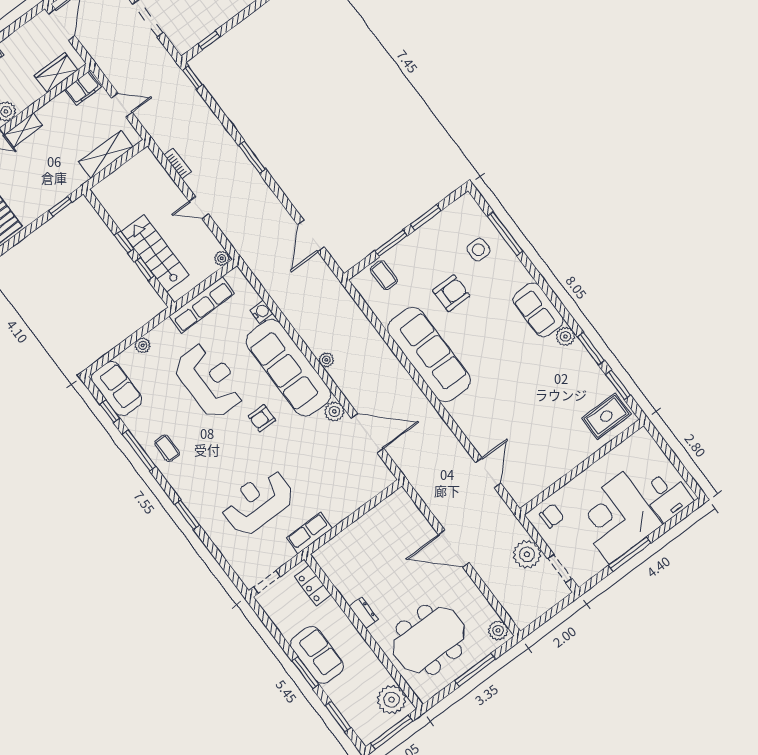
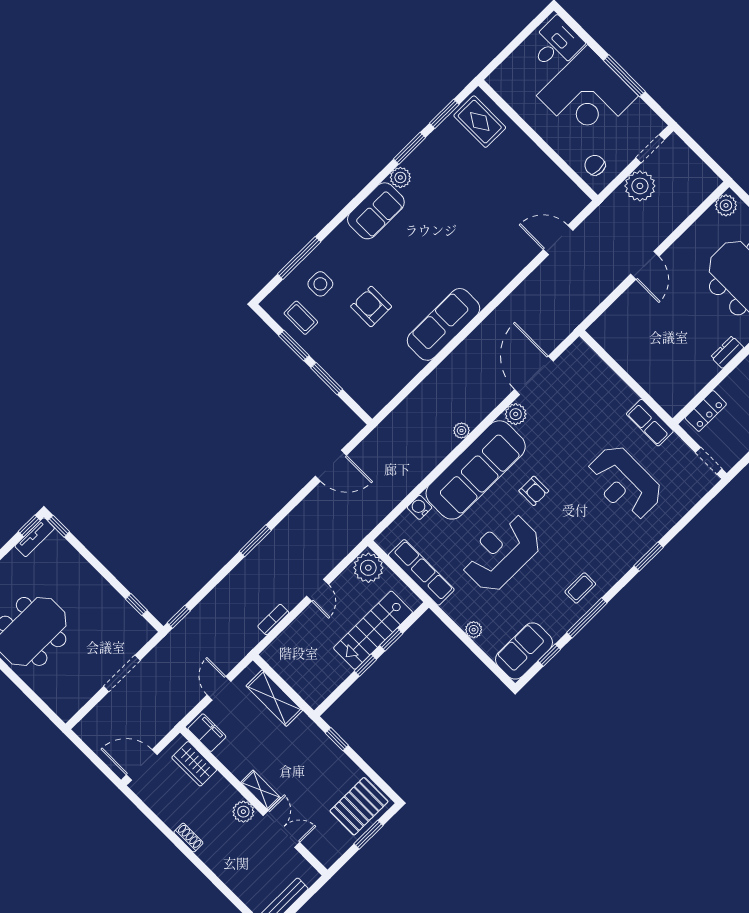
plant: (222, 258) -> (368, 568), width x1.87, depth x1.87
coffee table: (384, 275) -> (301, 318), moved, turned 90
sofa: (429, 354) -> (443, 324), width x0.74, depth x0.79
door: (454, 549) -> (645, 265), width x0.73

